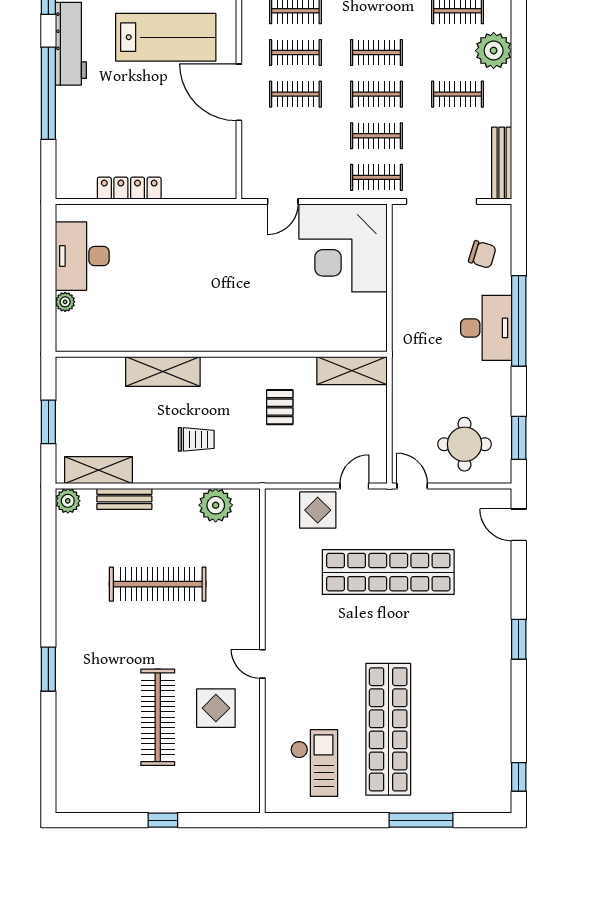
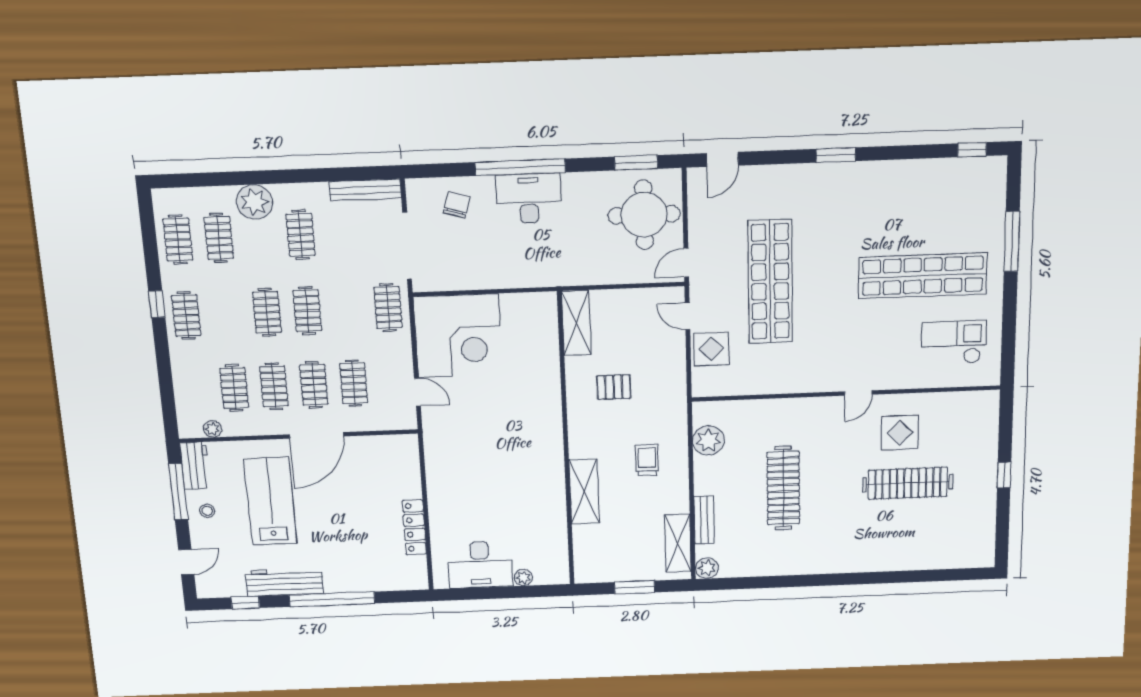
clothes rail: (376, 136) -> (354, 383), moved
round table: (464, 444) -> (644, 215), width x1.36, depth x1.36
window: (48, 669) -> (862, 578), removed

